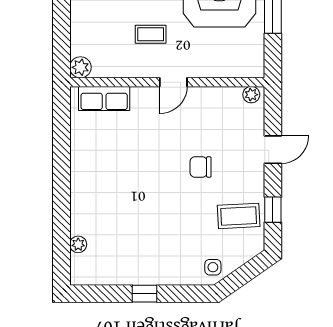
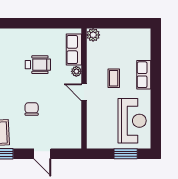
plant: (251, 95) -> (76, 71), moved
wheelchair: (129, 157) -> (38, 65), added

